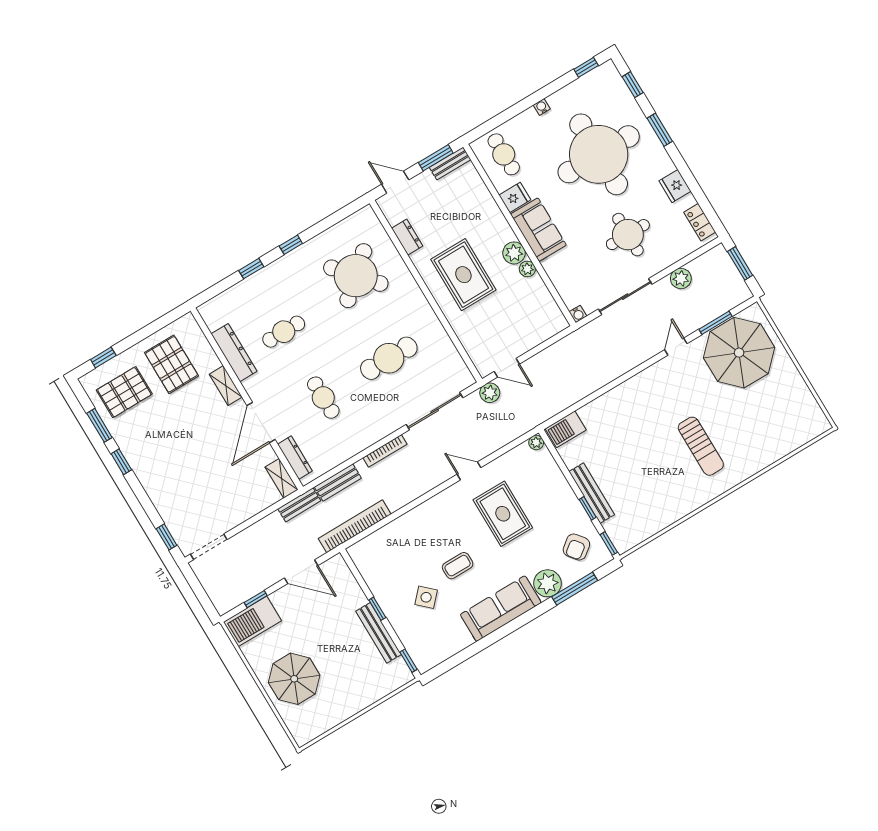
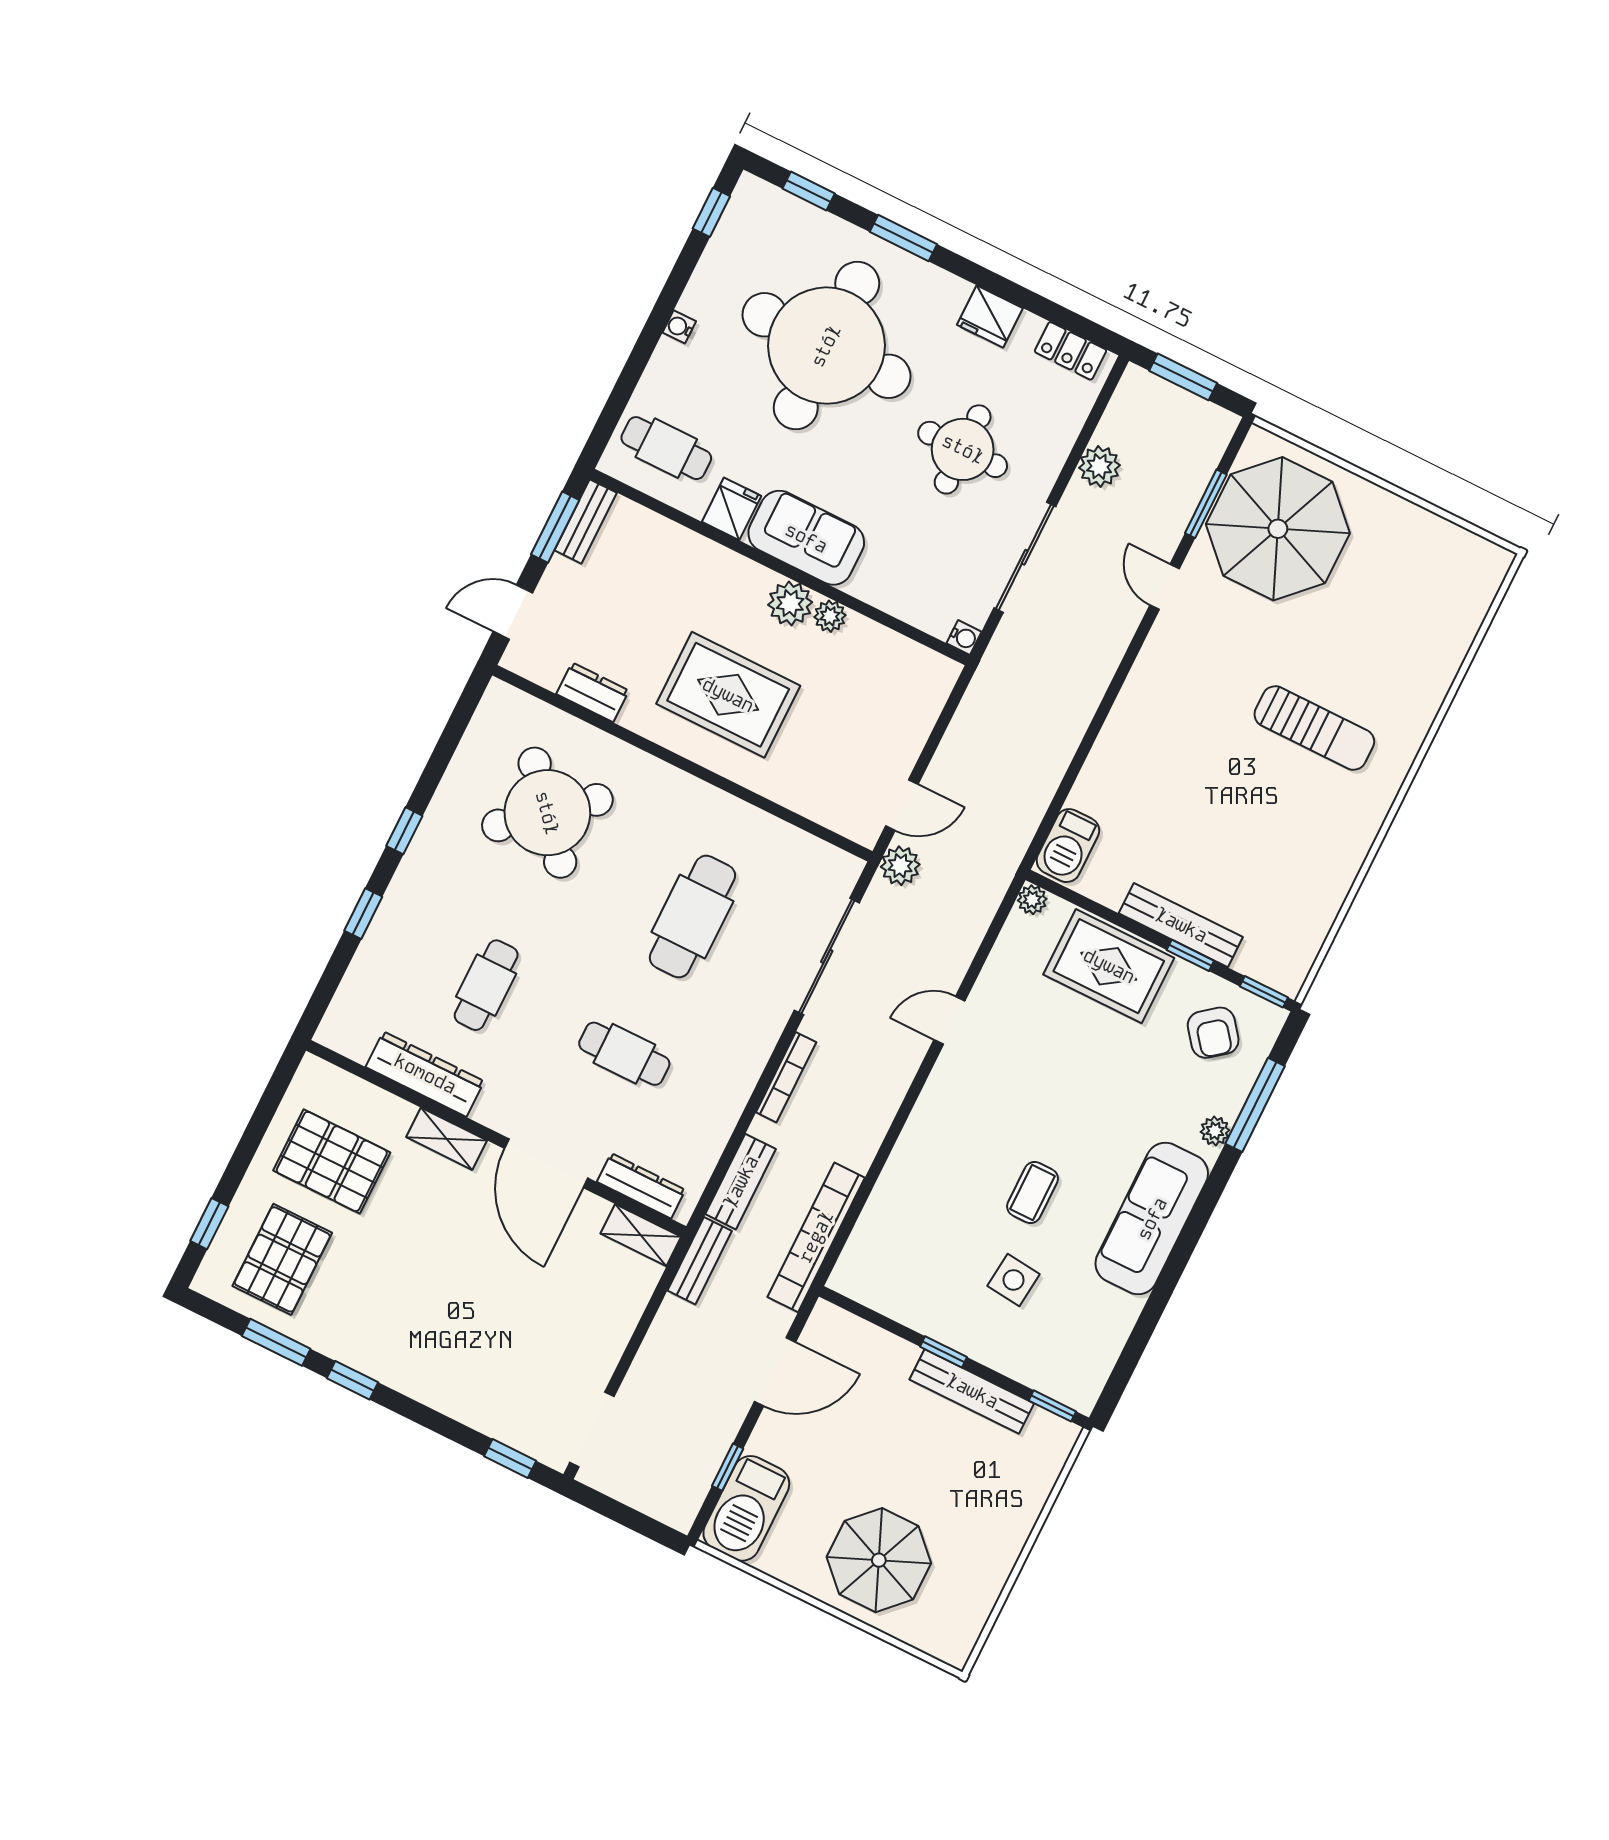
rug: (503, 514) -> (1109, 966), moved
plant: (548, 583) -> (1215, 1131), width x0.53, depth x0.53
side table: (426, 597) -> (1014, 1280), turned -37

